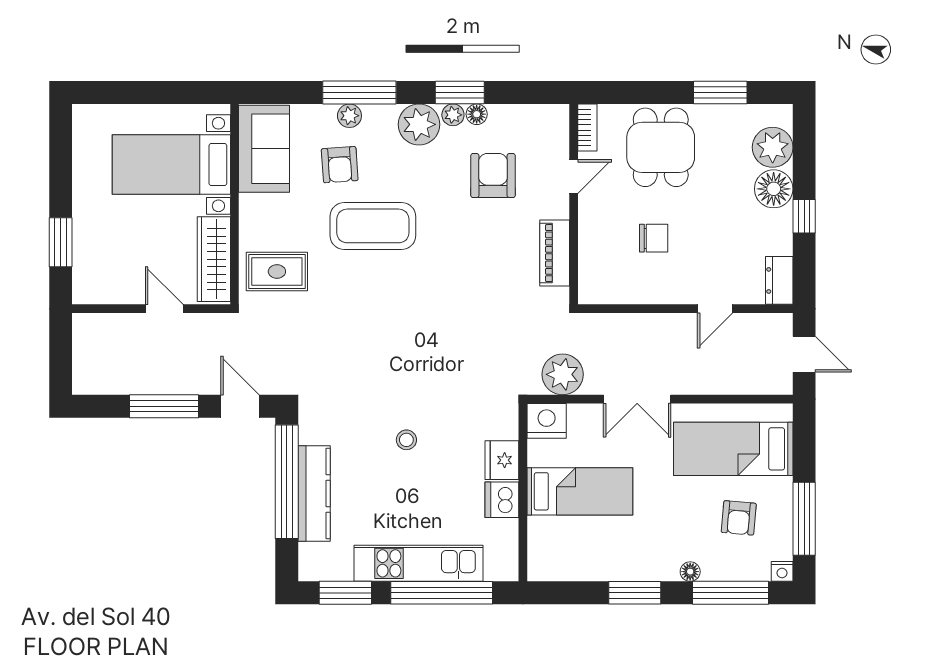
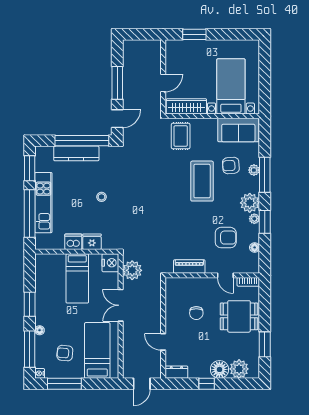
floor lamp: (477, 114) -> (255, 247), moved

